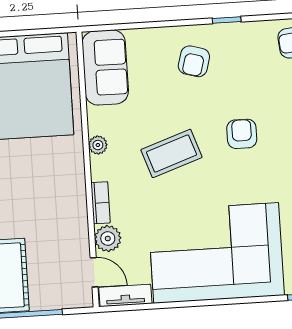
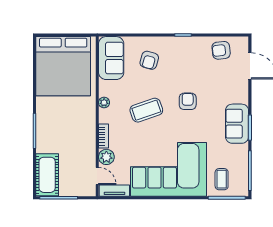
armchair: (194, 61) -> (149, 60), moved

